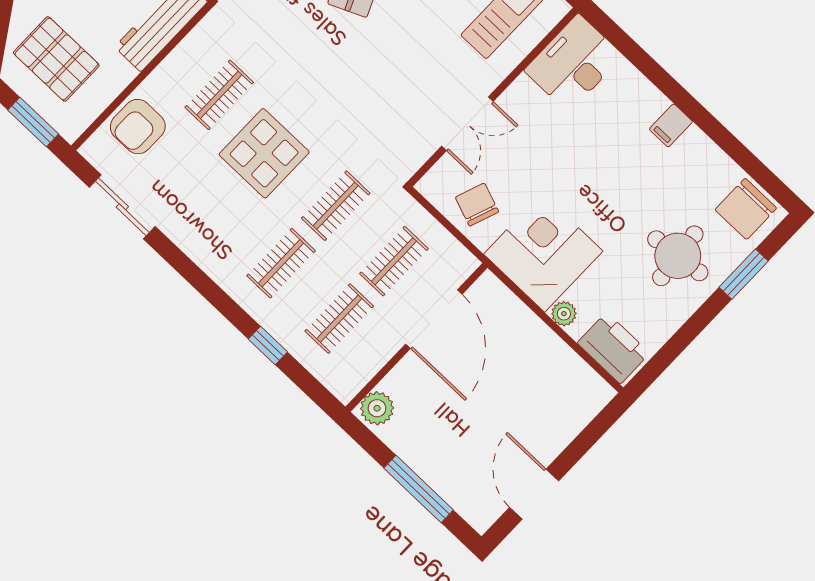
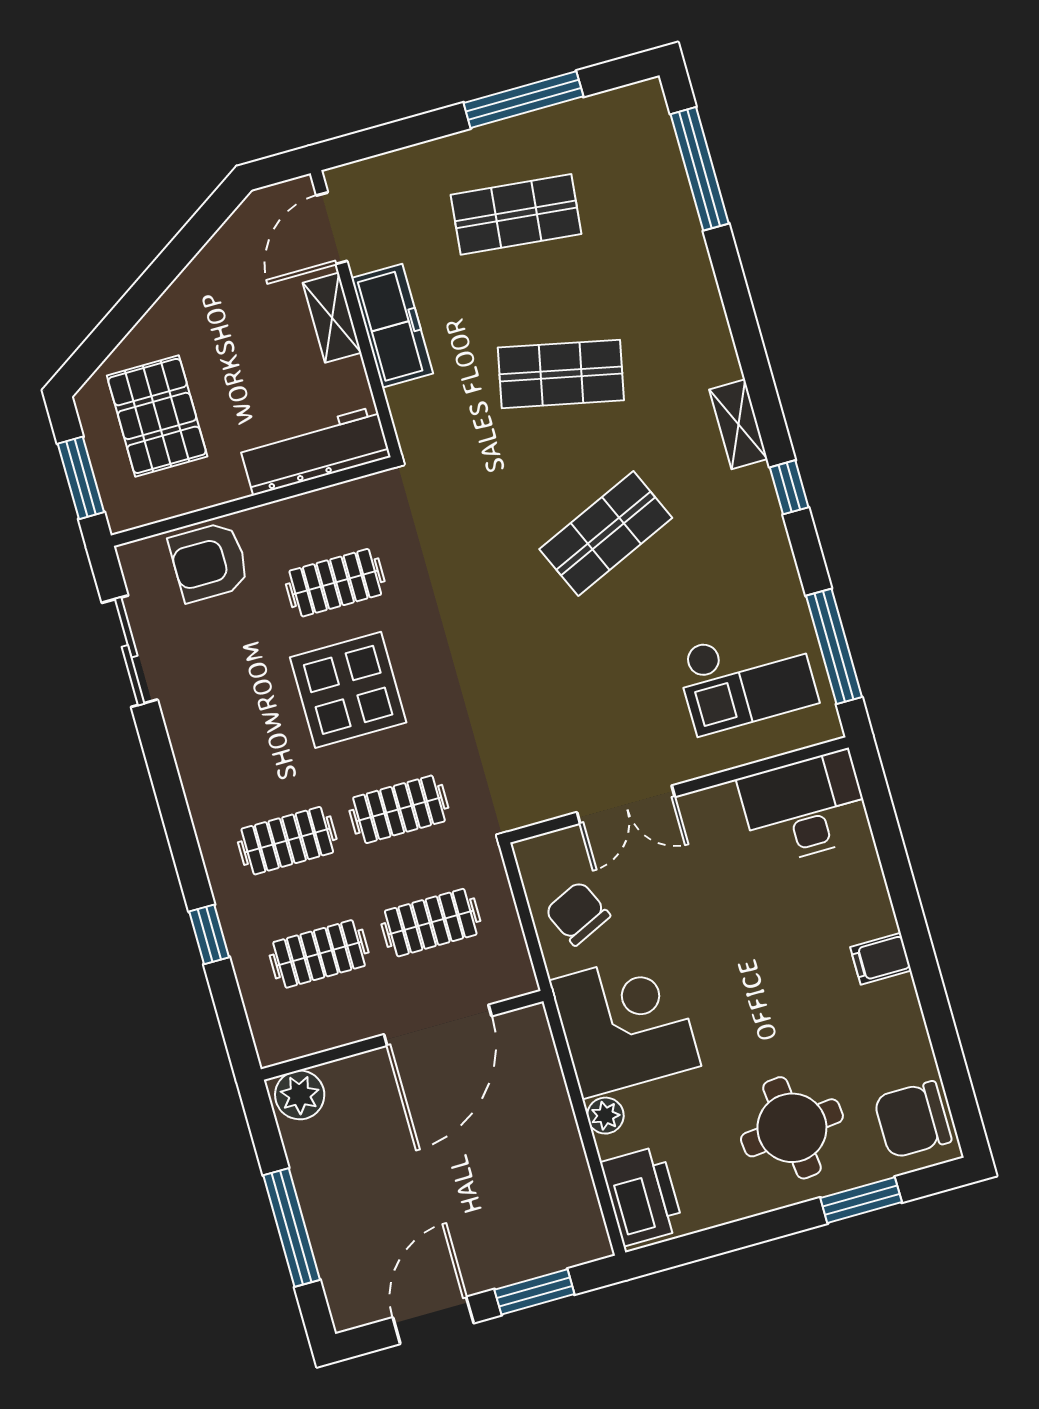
chair: (477, 205) -> (578, 913), turned -45
window: (584, 442) -> (534, 1292), added

